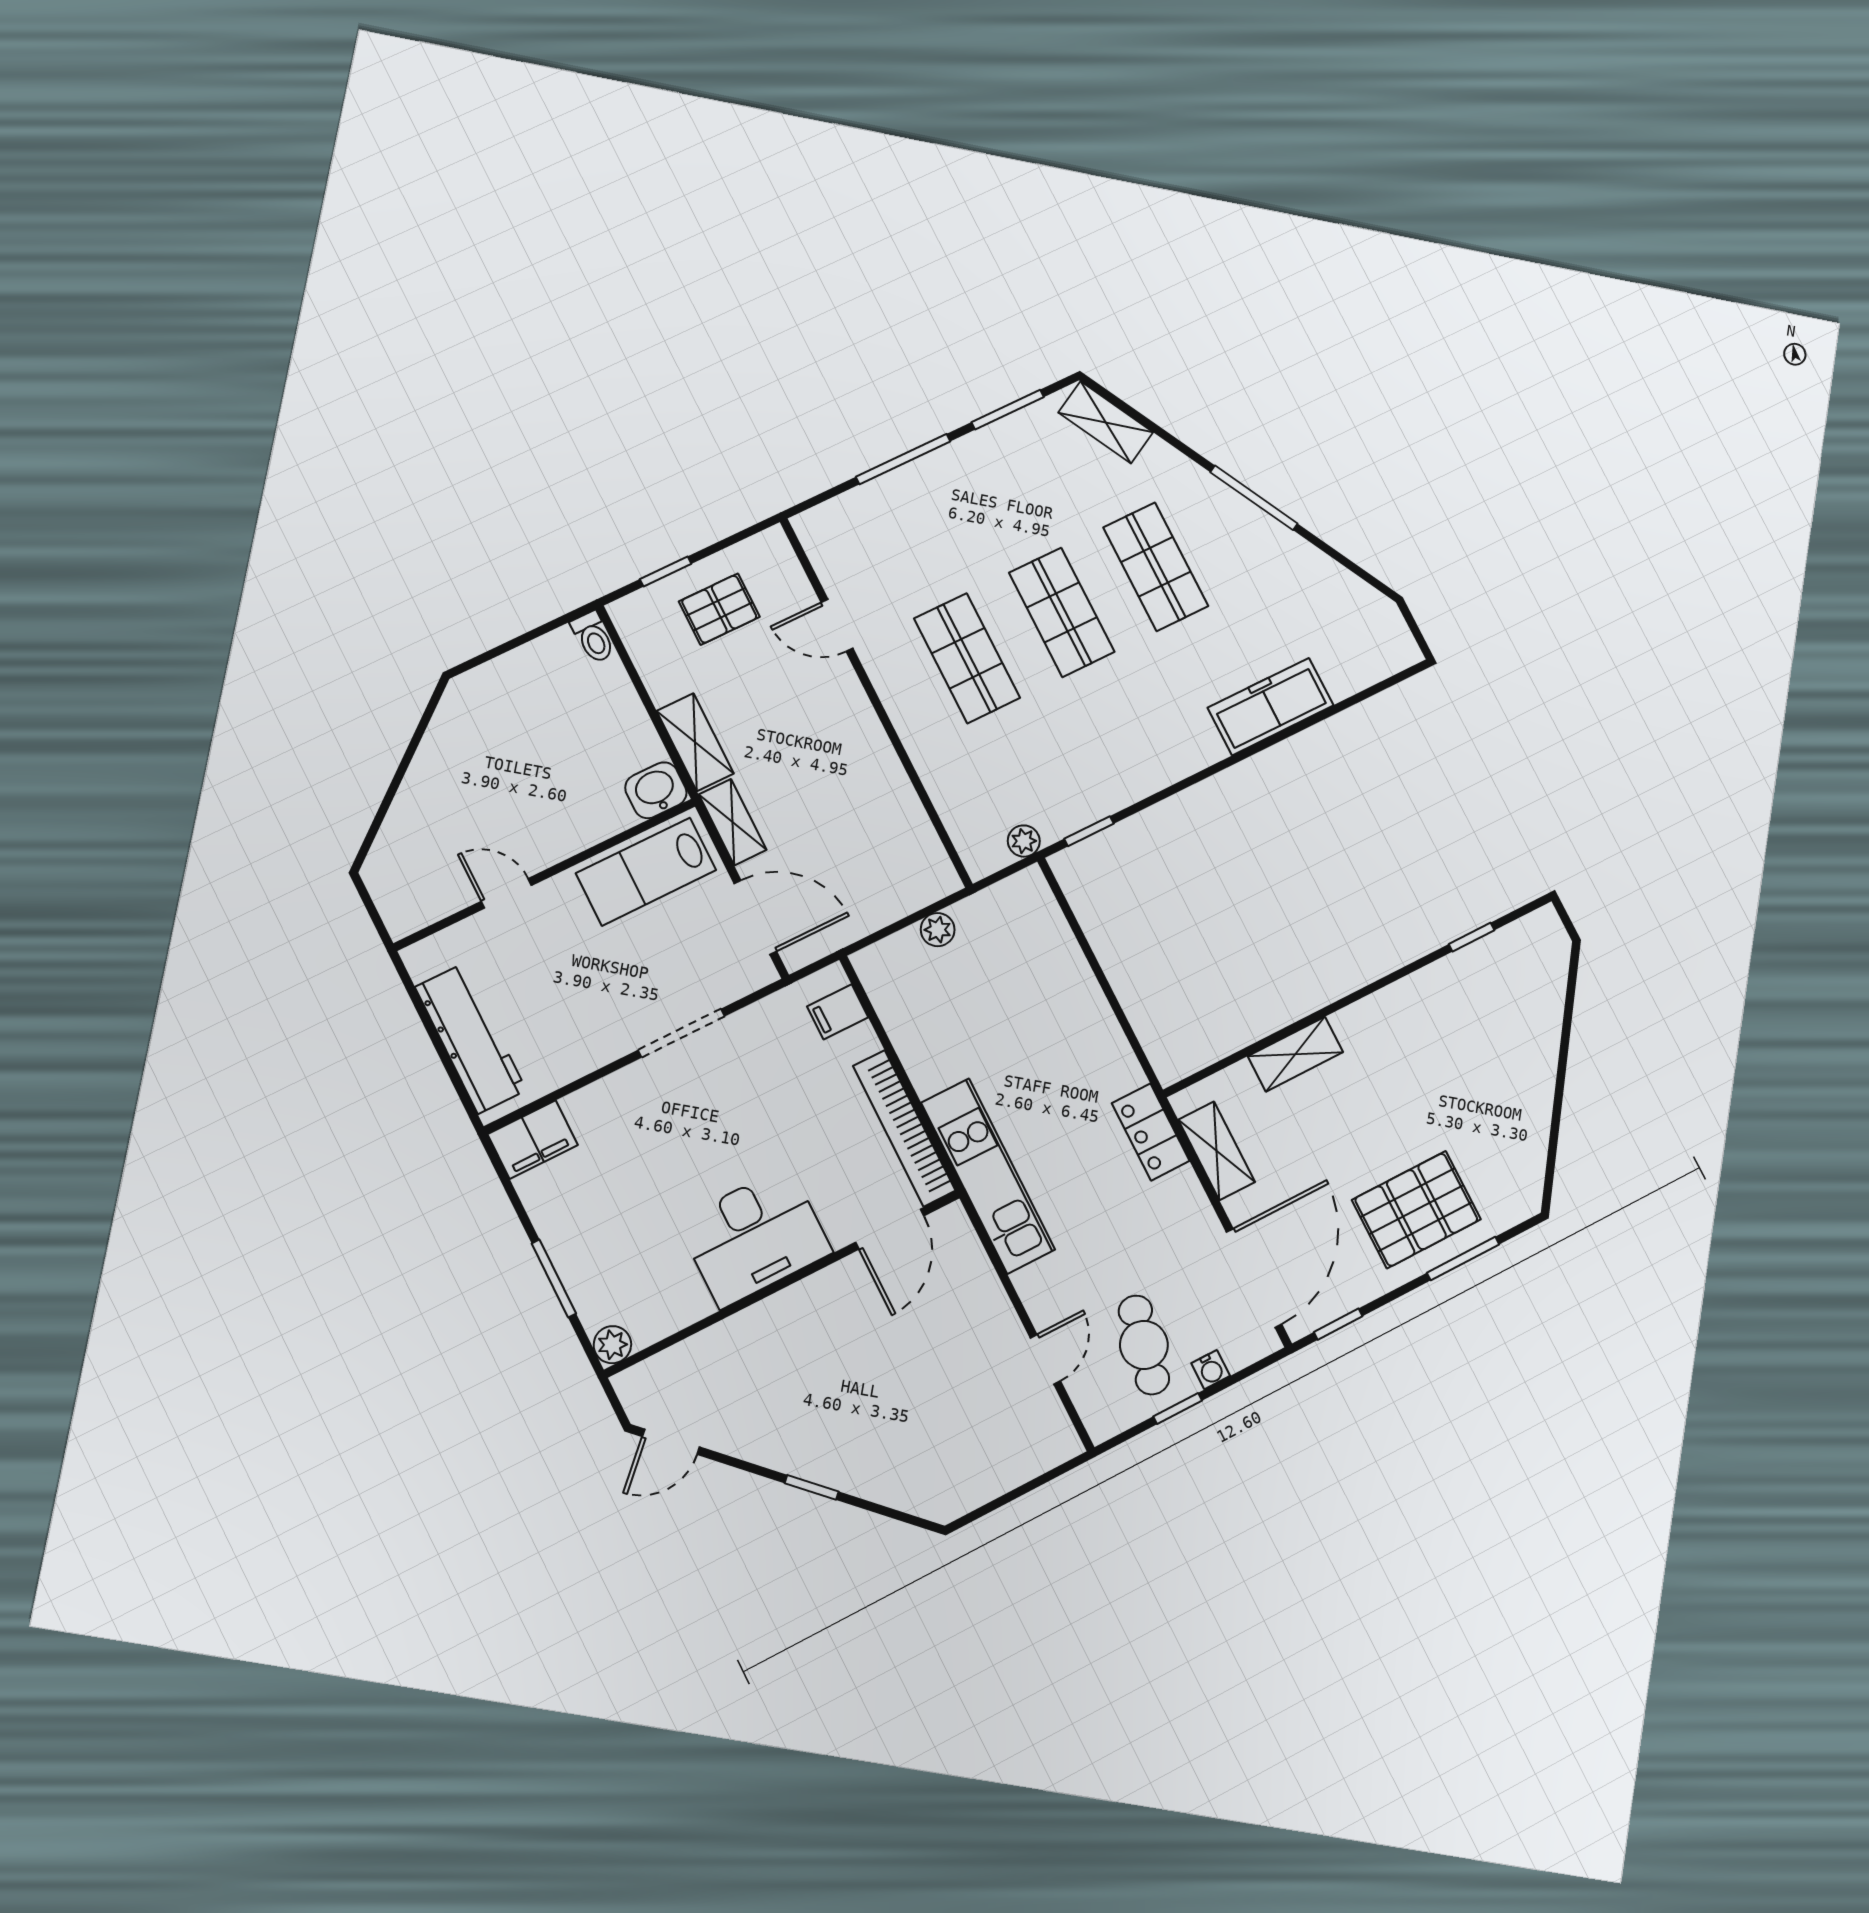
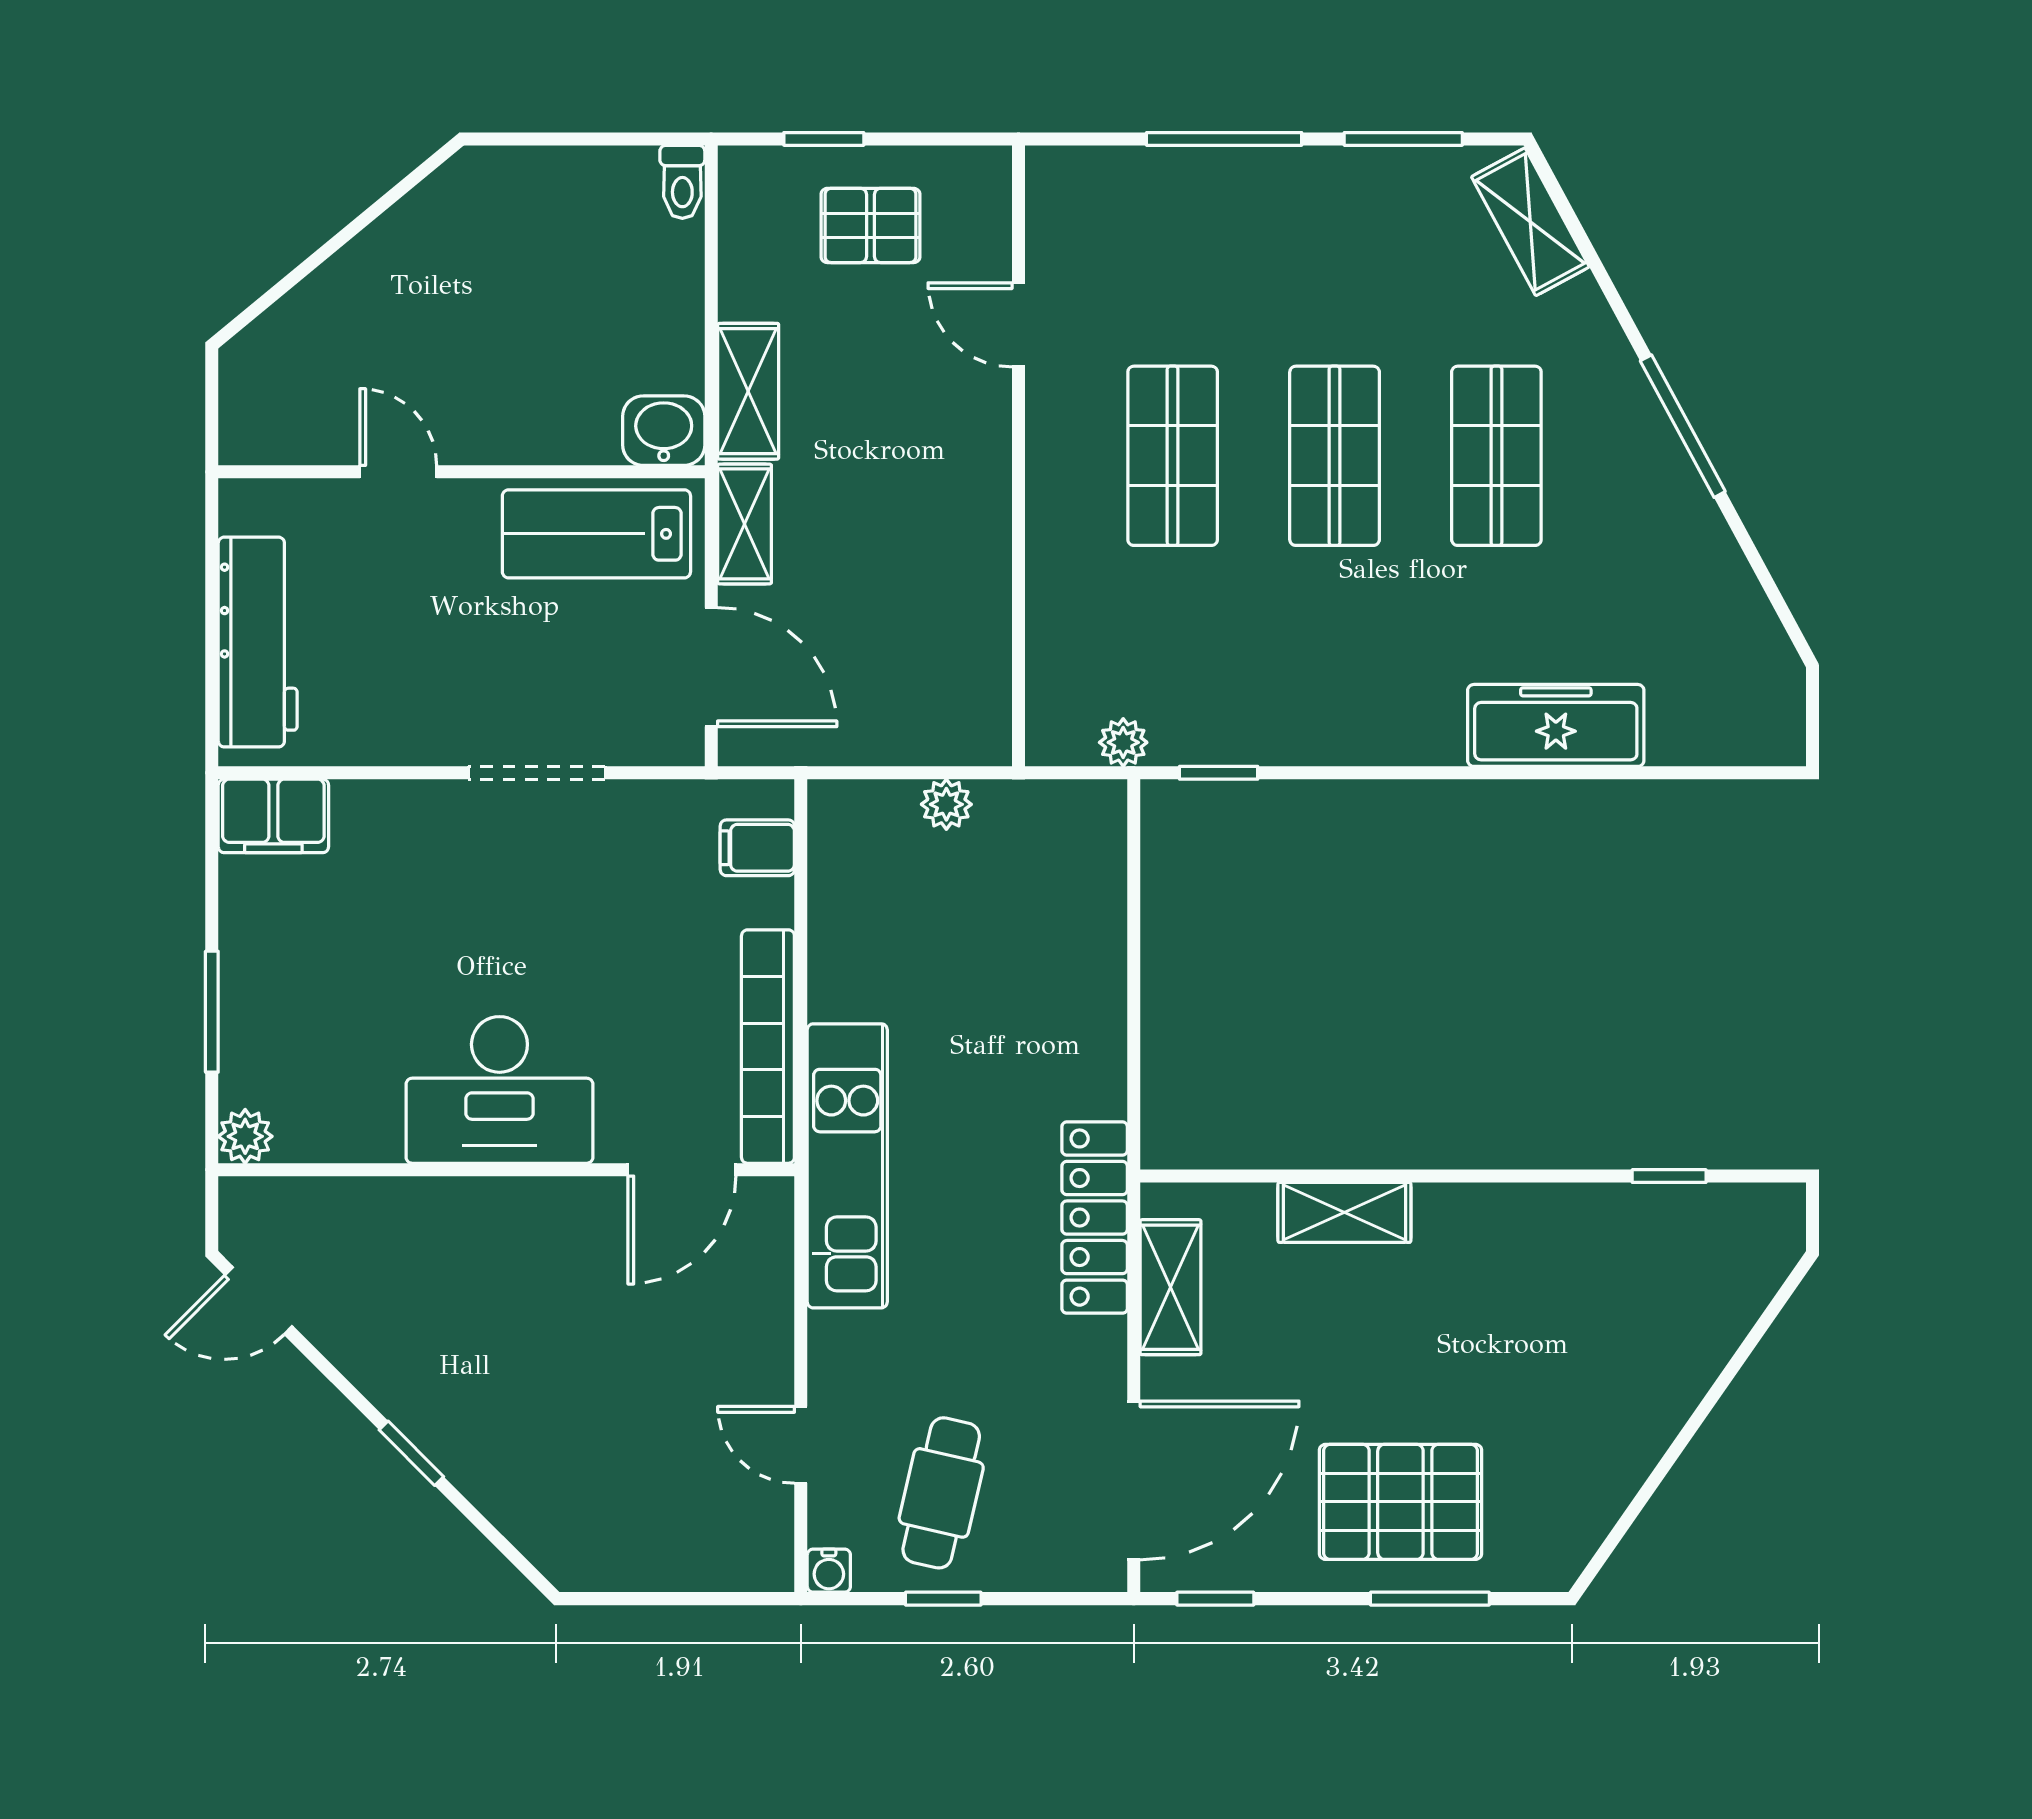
locker: (1151, 1132) -> (1095, 1218), width x1.53
door: (1045, 1359) -> (801, 1445), swing flipped
water cooler: (1211, 1370) -> (829, 1571), moved

